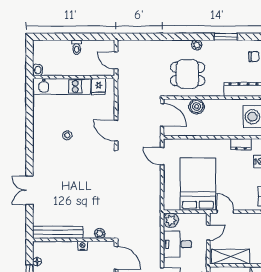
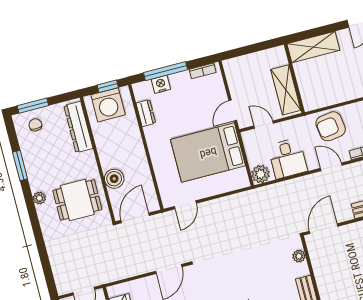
dining table: (188, 74) -> (77, 200), turned 90
nightstand: (83, 246) -> (319, 273), removed

